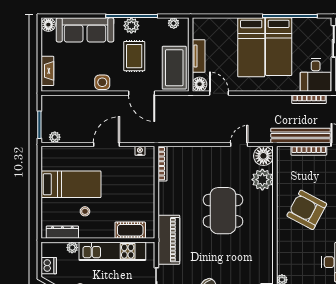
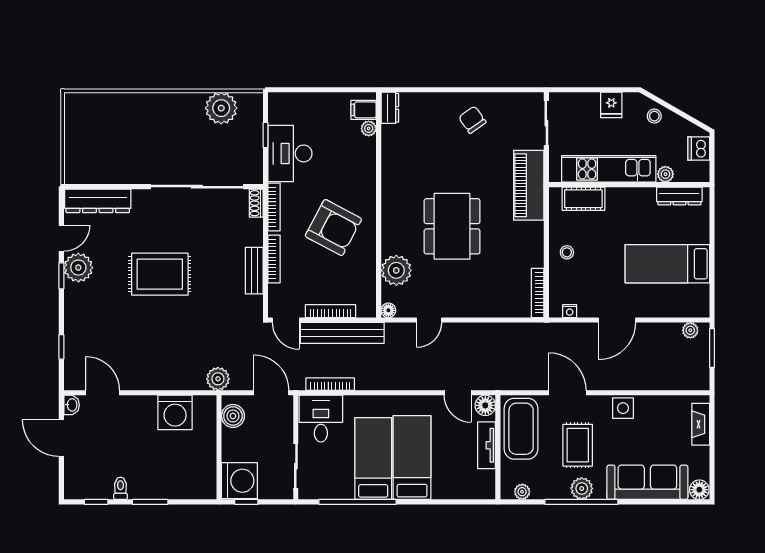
floor lamp: (263, 156) -> (388, 310), width x0.53, depth x0.53
stool: (85, 211) -> (567, 252), moved

